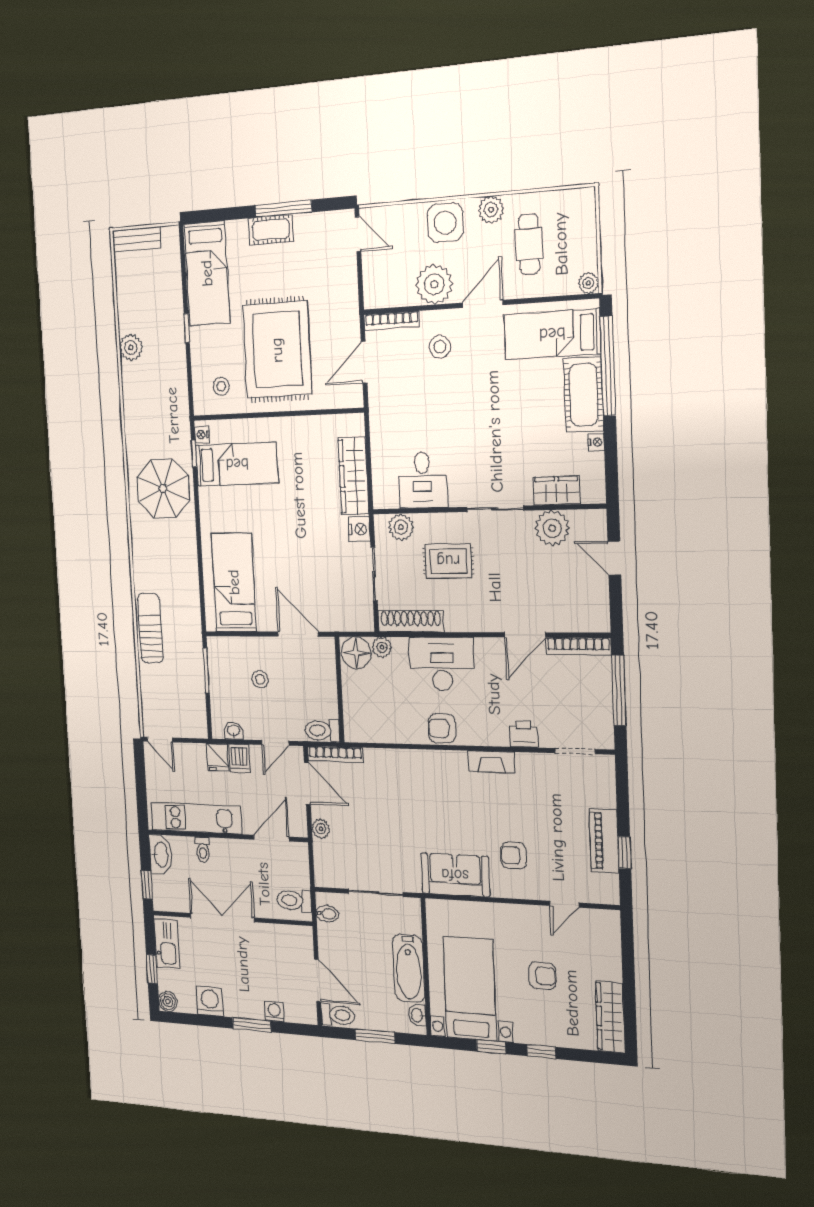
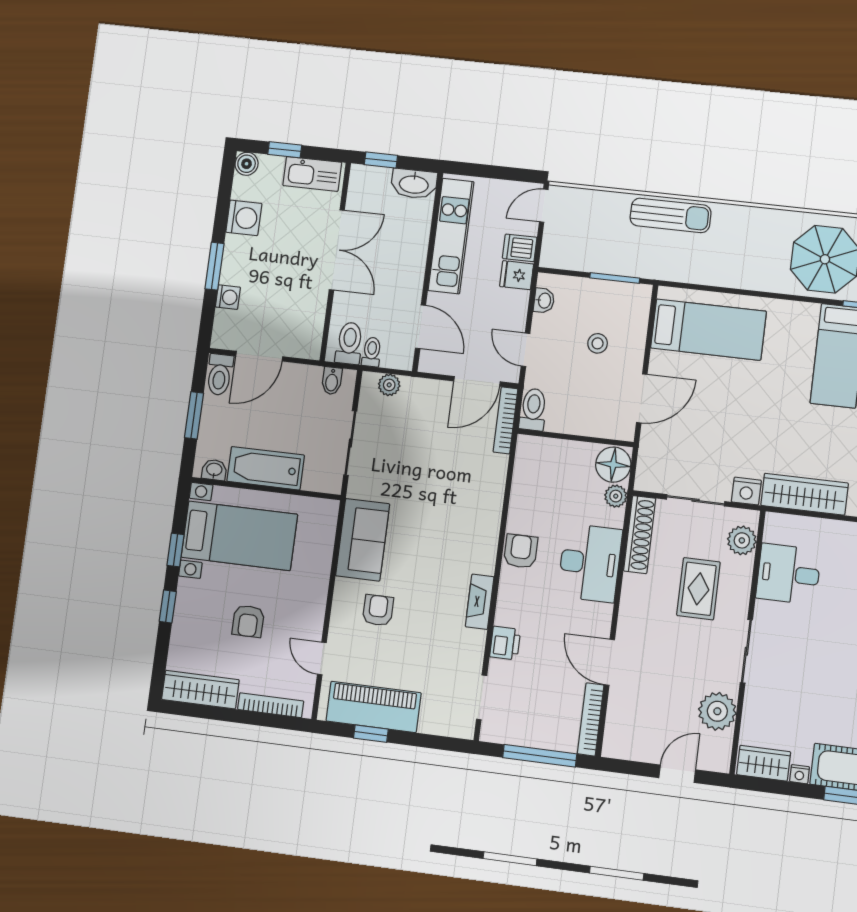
wardrobe: (557, 491) -> (764, 763), moved, turned -90
dishwasher: (239, 758) -> (520, 248), moved
plant: (321, 829) -> (389, 385), moved
piano: (604, 841) -> (374, 707), width x1.37, depth x1.33
toilet: (203, 850) -> (372, 352), moved, turned 90
bookcase: (614, 950) -> (271, 705), added

